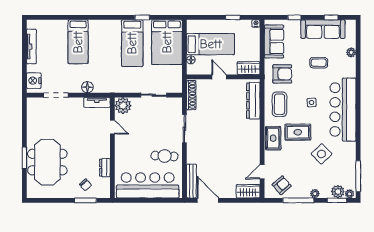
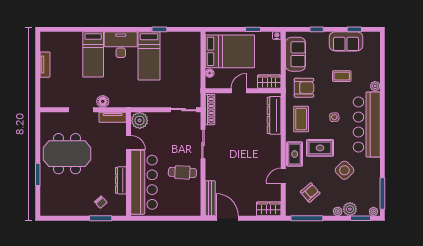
sofa: (323, 29) -> (346, 41), width x0.73
desk: (105, 32) -> (121, 45), added
bed: (167, 42) -> (185, 55), removed
bed: (211, 44) -> (230, 51), width x1.50
tv unit: (31, 46) -> (45, 65), width x0.71
plant: (351, 52) -> (375, 86), moved
door: (219, 77) -> (239, 91), hinge flipped
nightstand: (34, 81) -> (47, 95), removed
doorway: (56, 95) -> (81, 110), moved
sliding door: (154, 95) -> (183, 110), moved
meeting table: (47, 162) -> (67, 154), moved, turned 90
dresser: (105, 168) -> (121, 180), width x1.44
door: (262, 172) -> (283, 176), moved
bar counter: (148, 185) -> (144, 182), moved, turned 90
armchair: (282, 185) -> (310, 192), moved
plant: (338, 192) -> (350, 209), moved
window: (298, 200) -> (307, 218), moved

